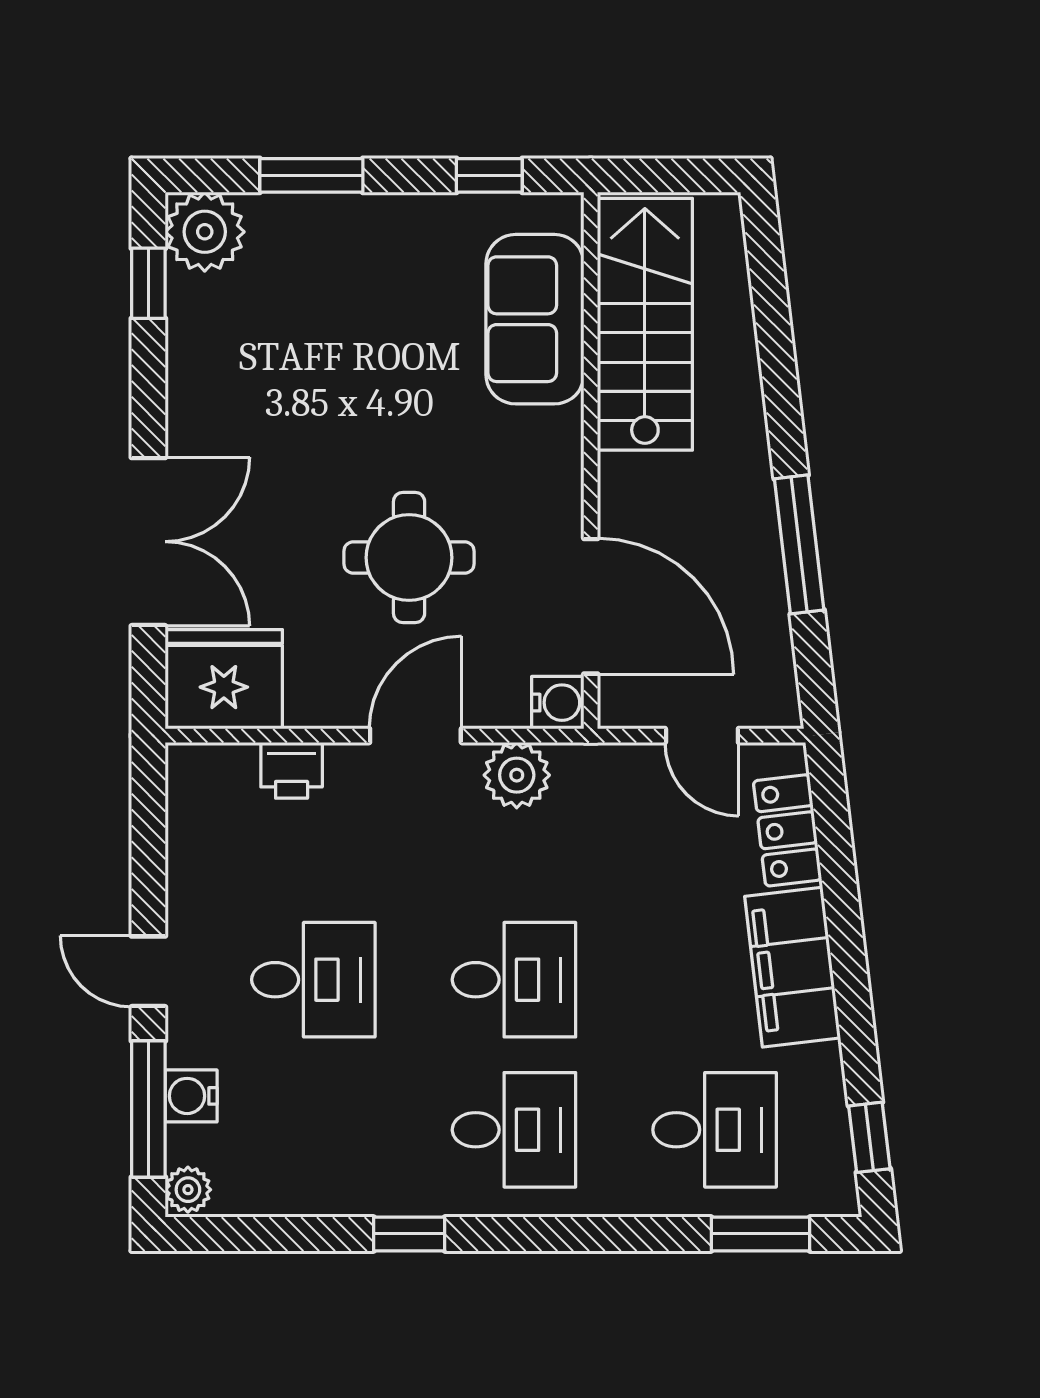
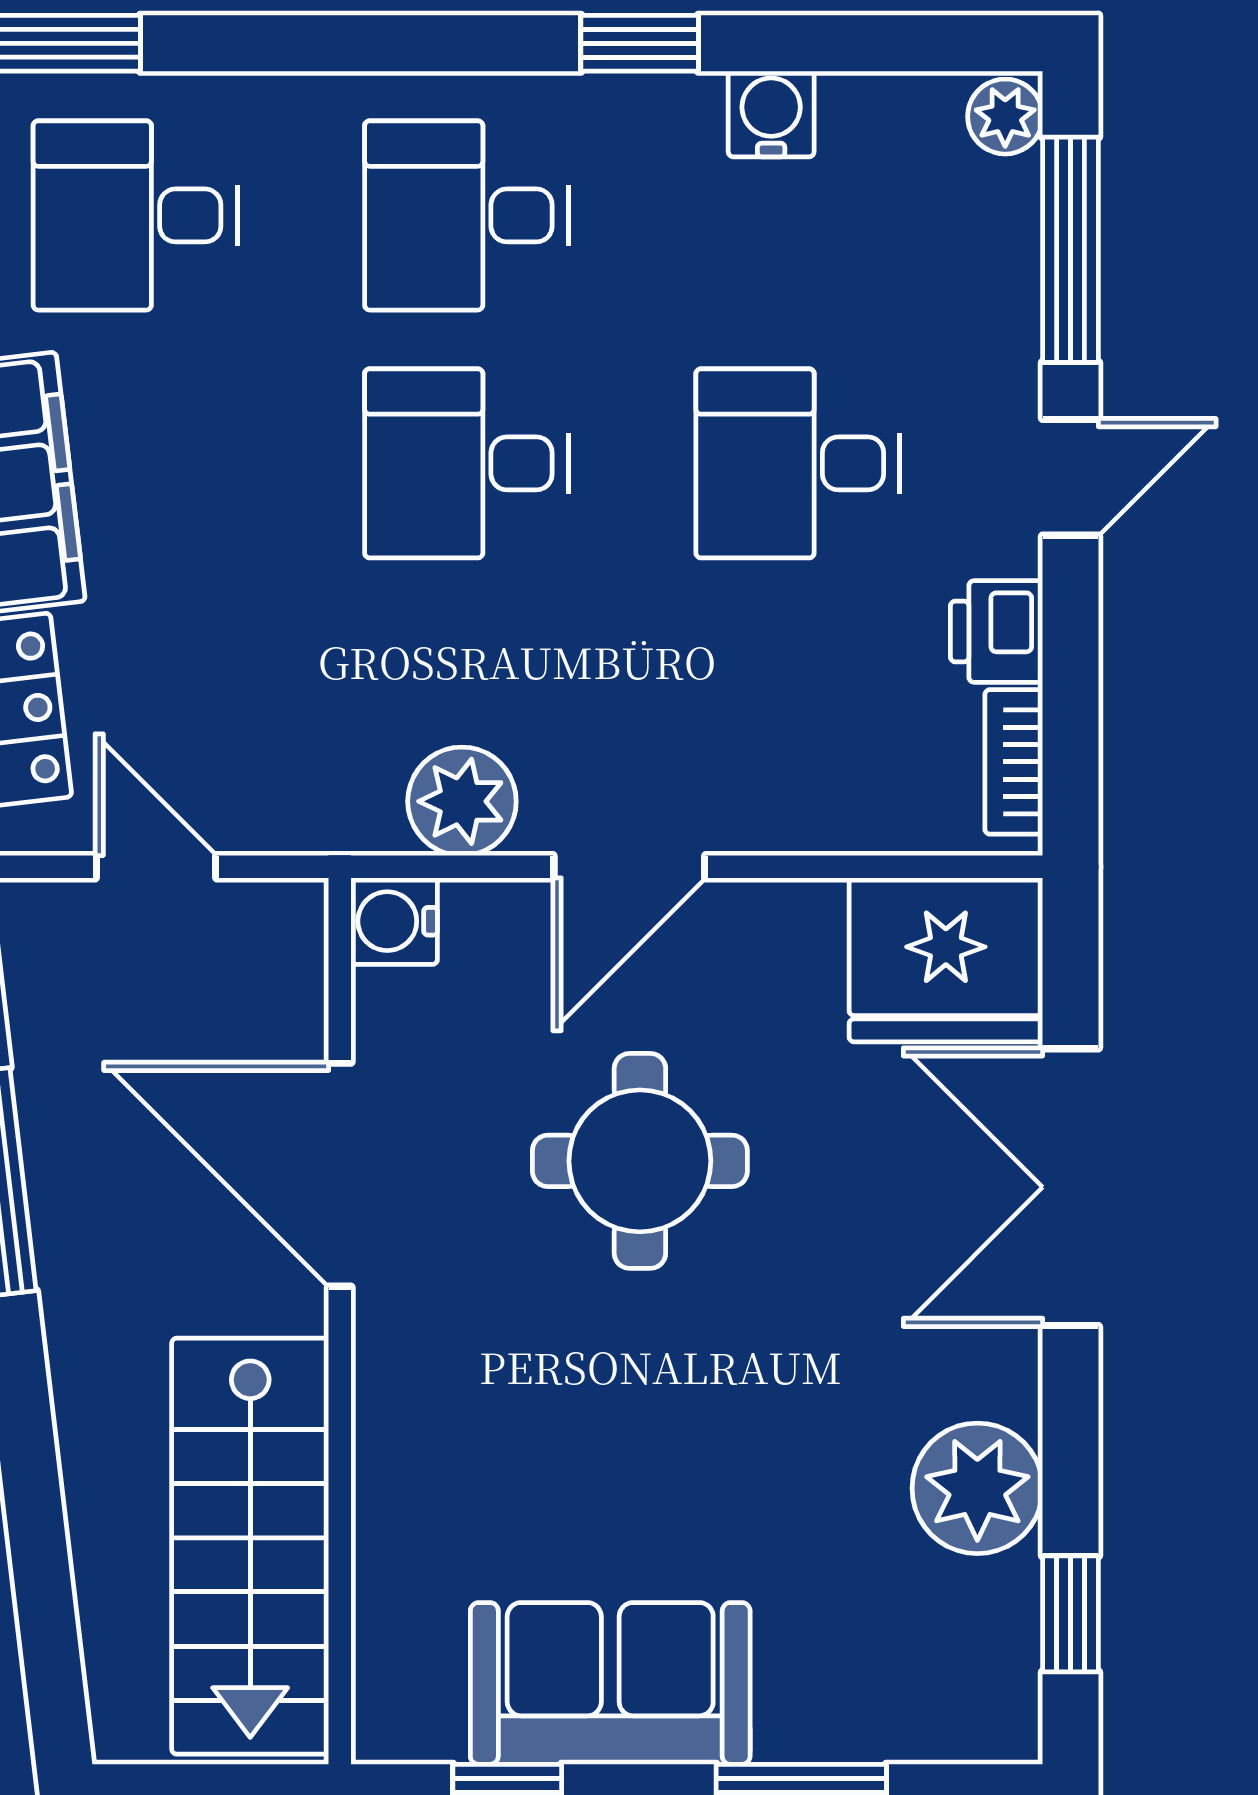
plant: (205, 232) -> (977, 1488), moved
sofa: (535, 319) -> (610, 1683), moved, turned -90
door: (591, 606) -> (340, 1175), moved
printer: (292, 770) -> (997, 631), moved, turned -90
bookcase: (183, 799) -> (1014, 762), added
door: (148, 971) -> (1071, 477), hinge flipped
water cooler: (191, 1096) -> (771, 114), moved, turned -90

